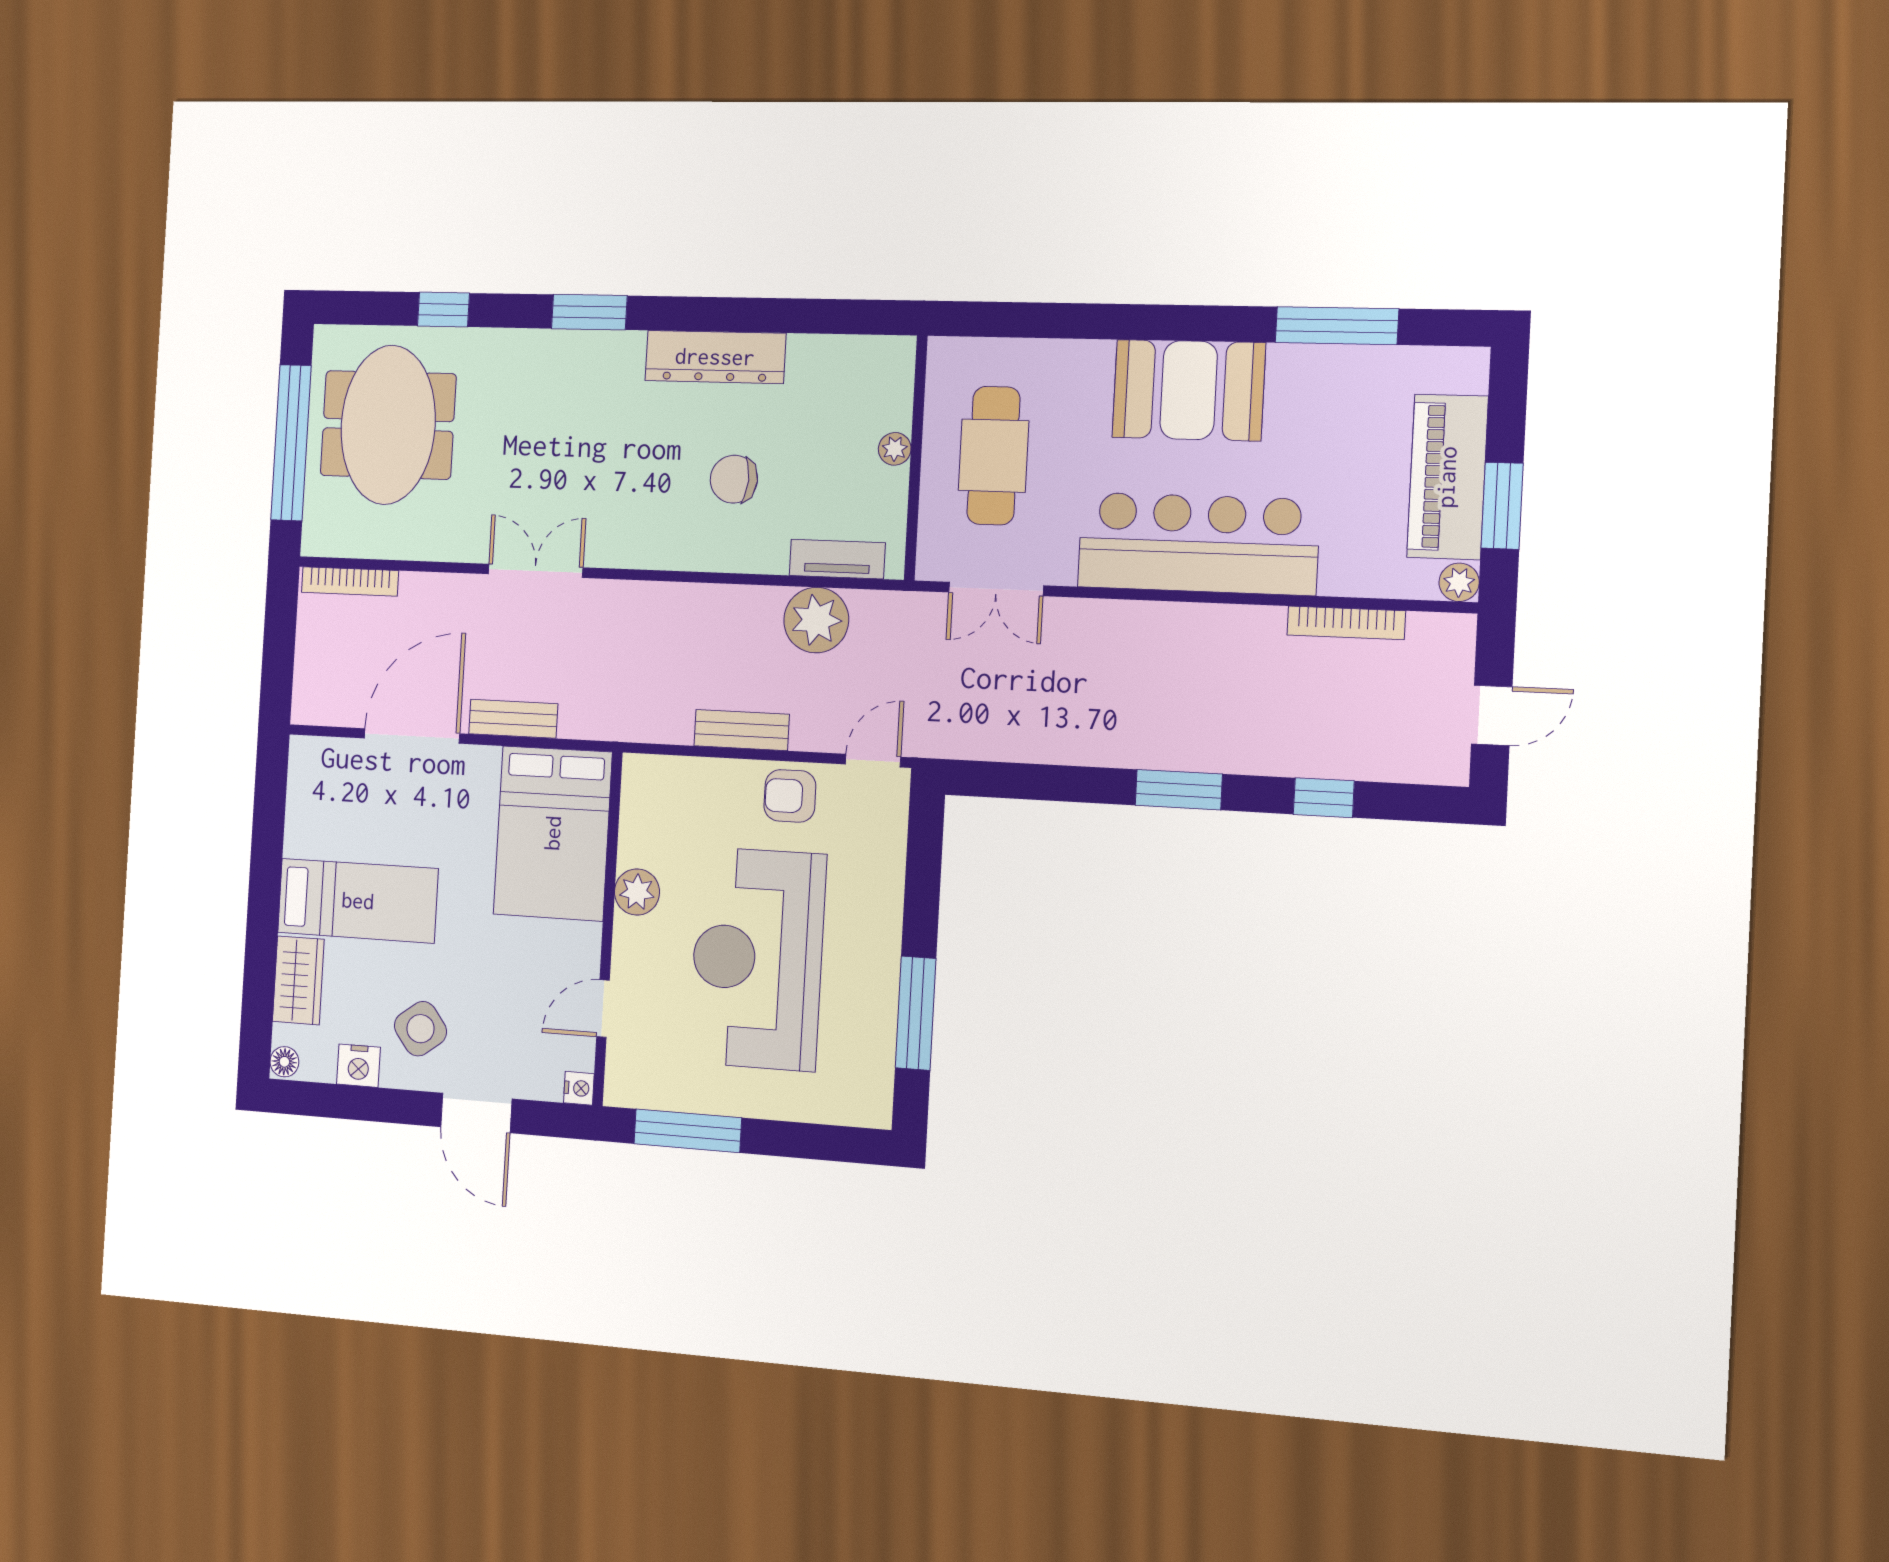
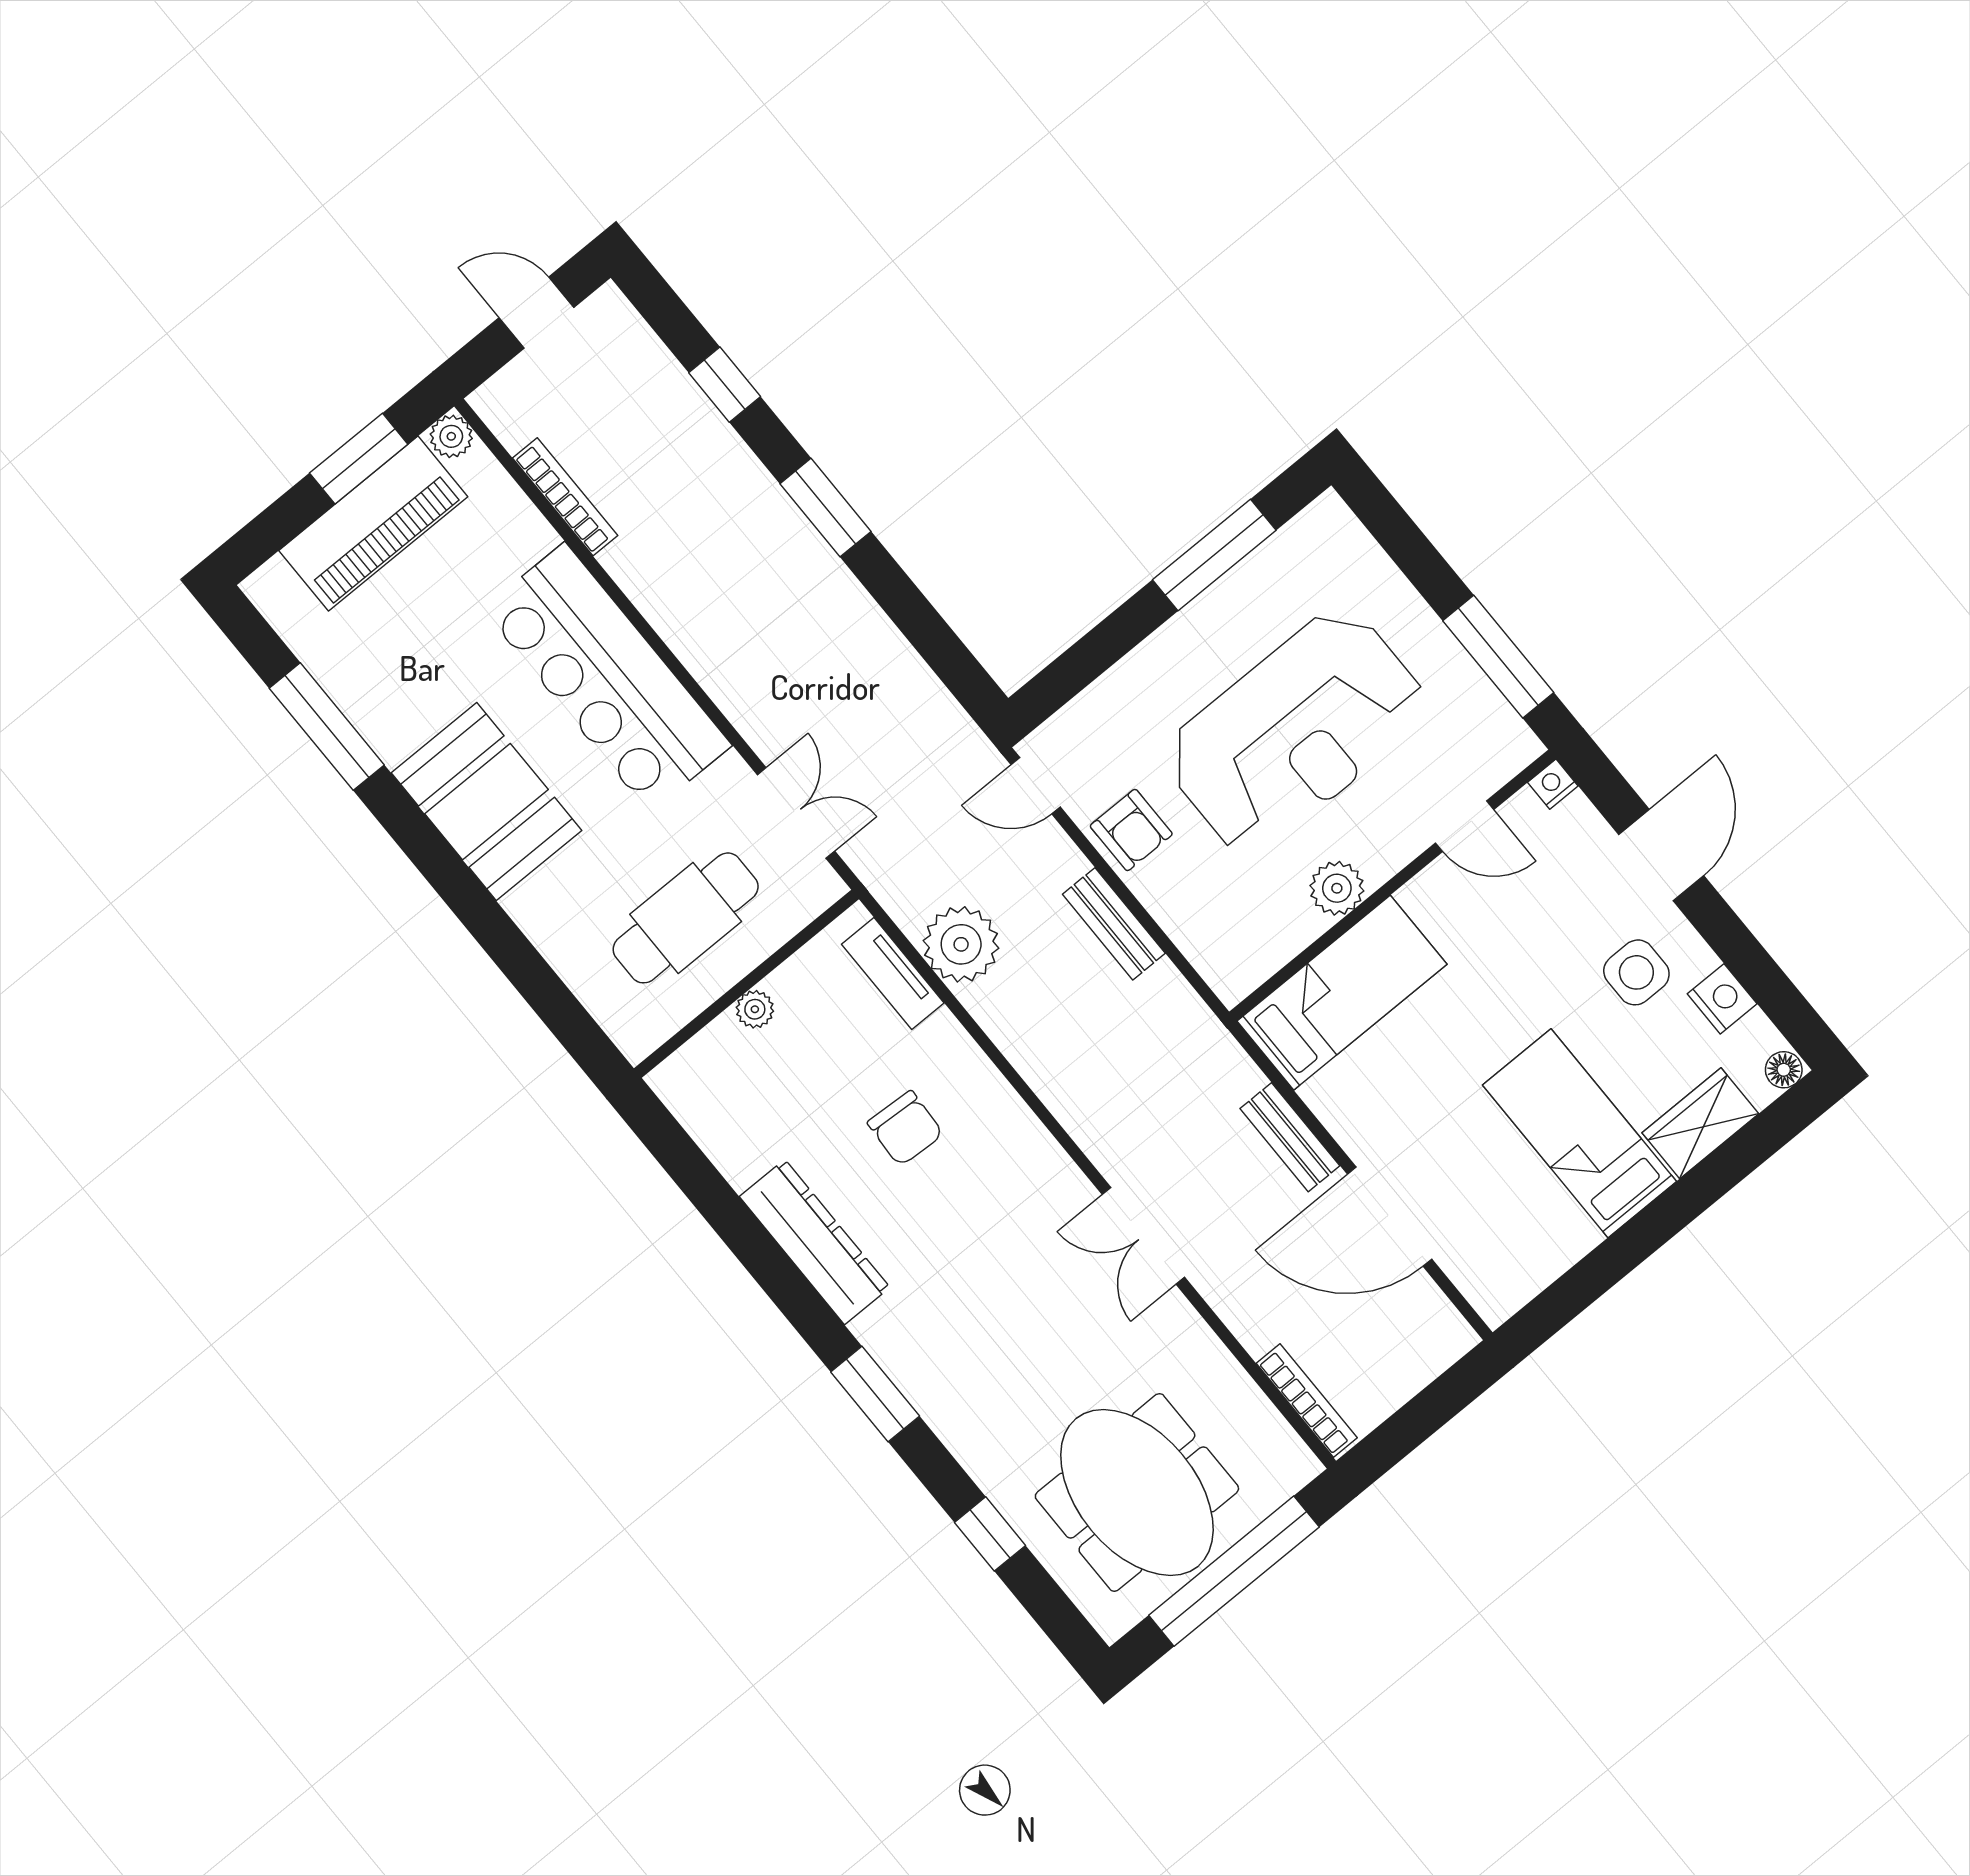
meeting table: (388, 425) -> (1137, 1492), turned 90
bed: (553, 833) -> (1342, 993), width x0.67
side table: (420, 1029) -> (1636, 972), turned 37

